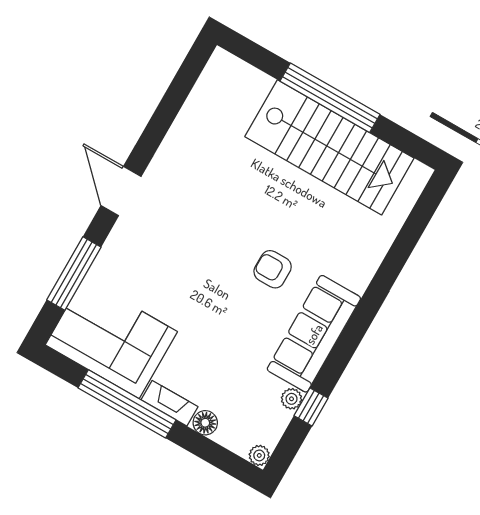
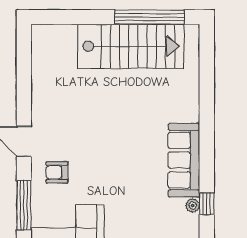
window: (330, 98) -> (149, 17), moved
armchair: (273, 269) -> (57, 172), moved

